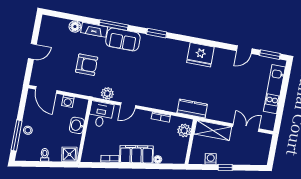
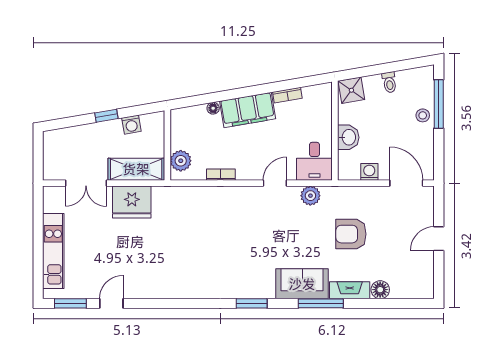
fridge: (200, 55) -> (132, 202), moved, turned 180
kitchen counter: (192, 109) -> (175, 197), removed

